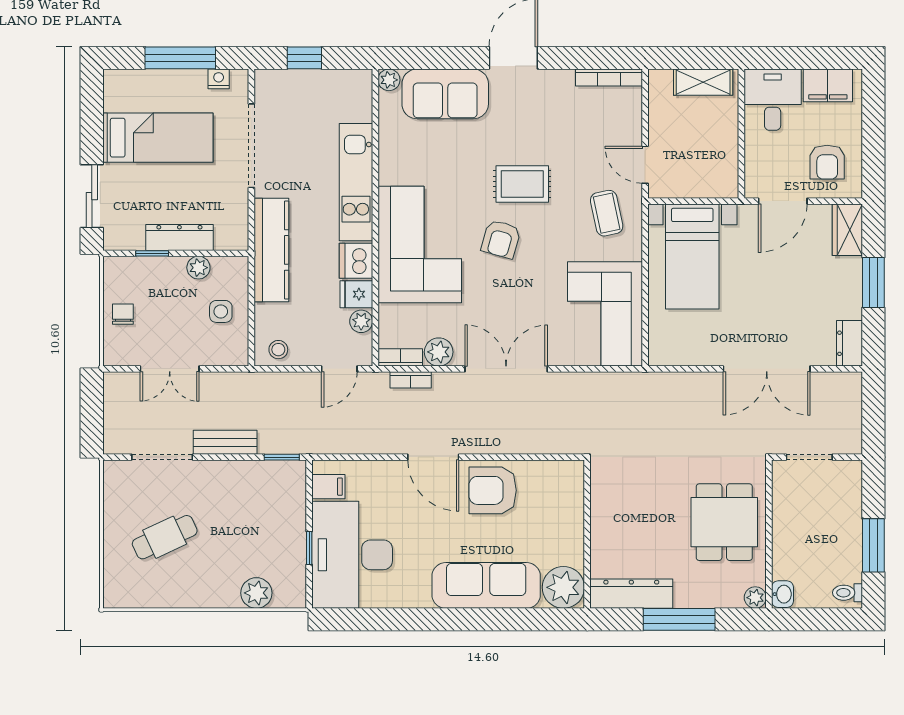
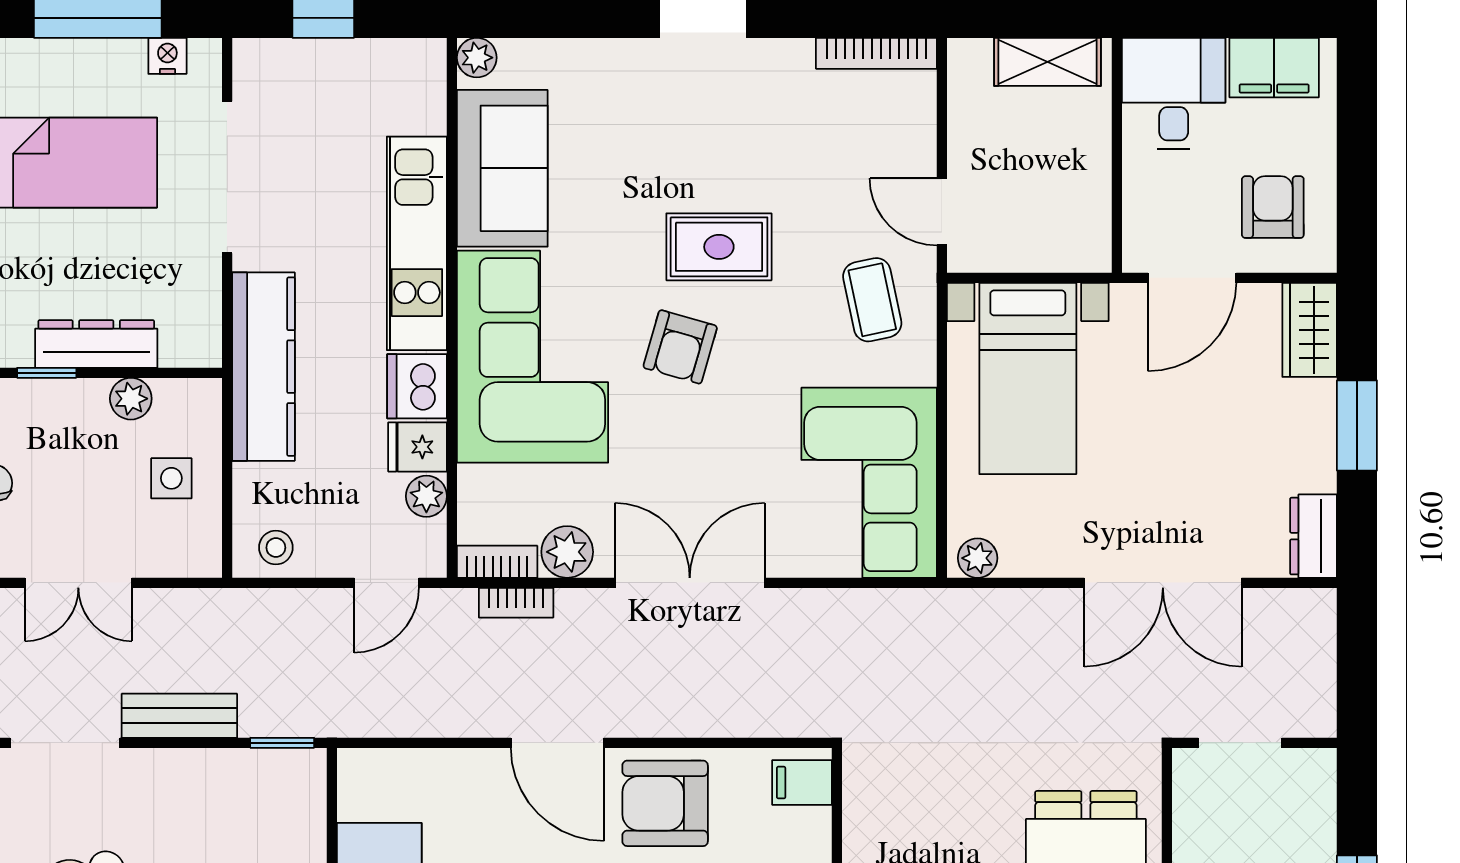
sofa: (445, 94) -> (502, 168), moved, turned -90
armchair: (827, 162) -> (1273, 207), turned 180
plant: (665, 355) -> (978, 558), added
filing cabinet: (328, 487) -> (802, 783), moved, turned 180

